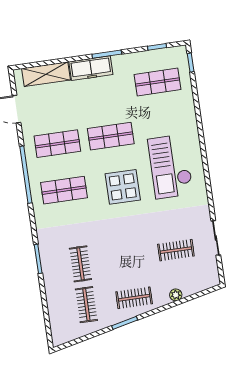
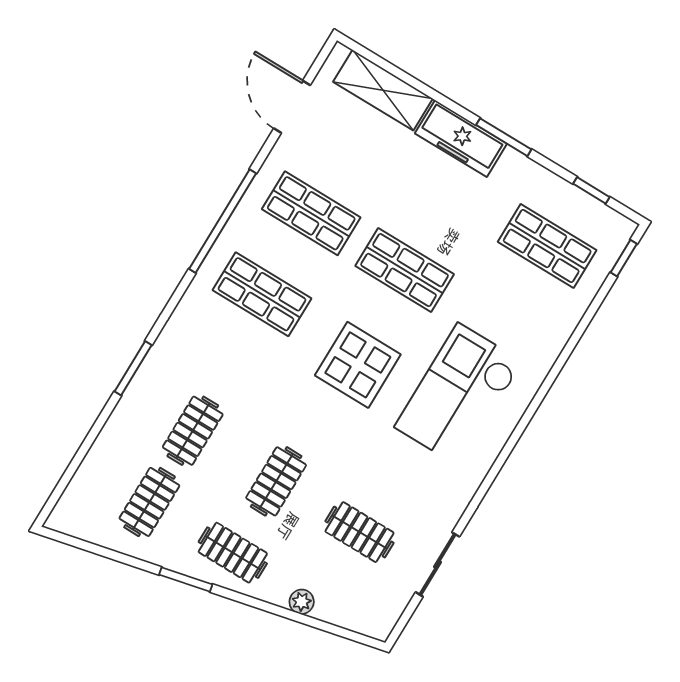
clothes rail: (128, 257) -> (276, 481), added

